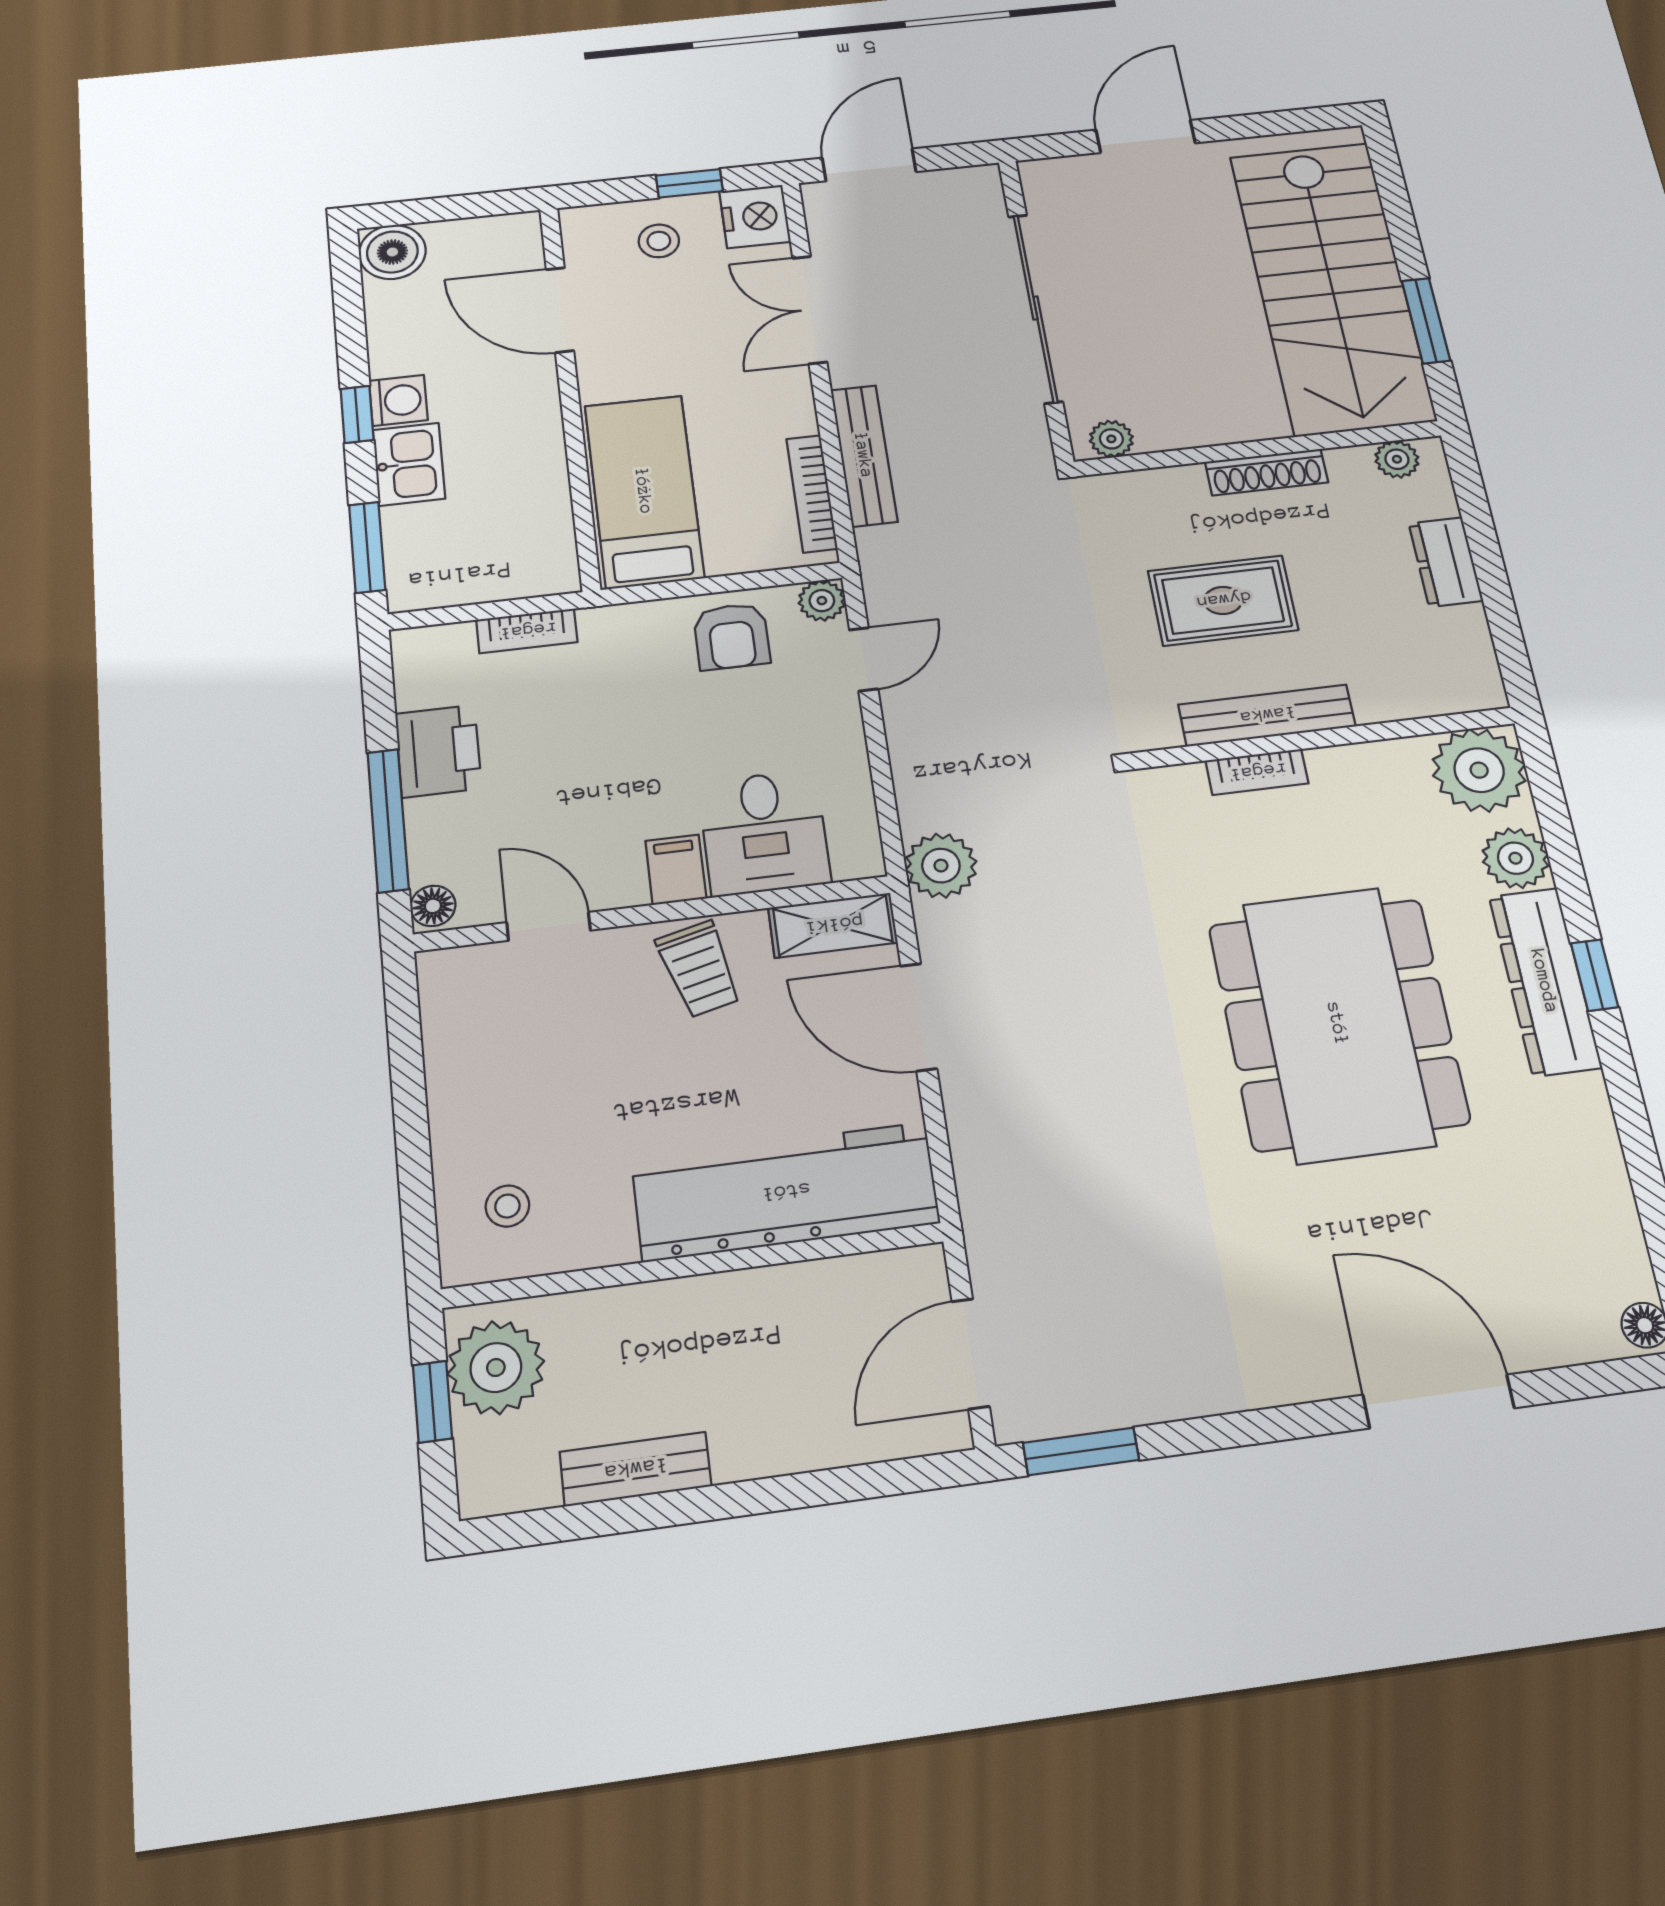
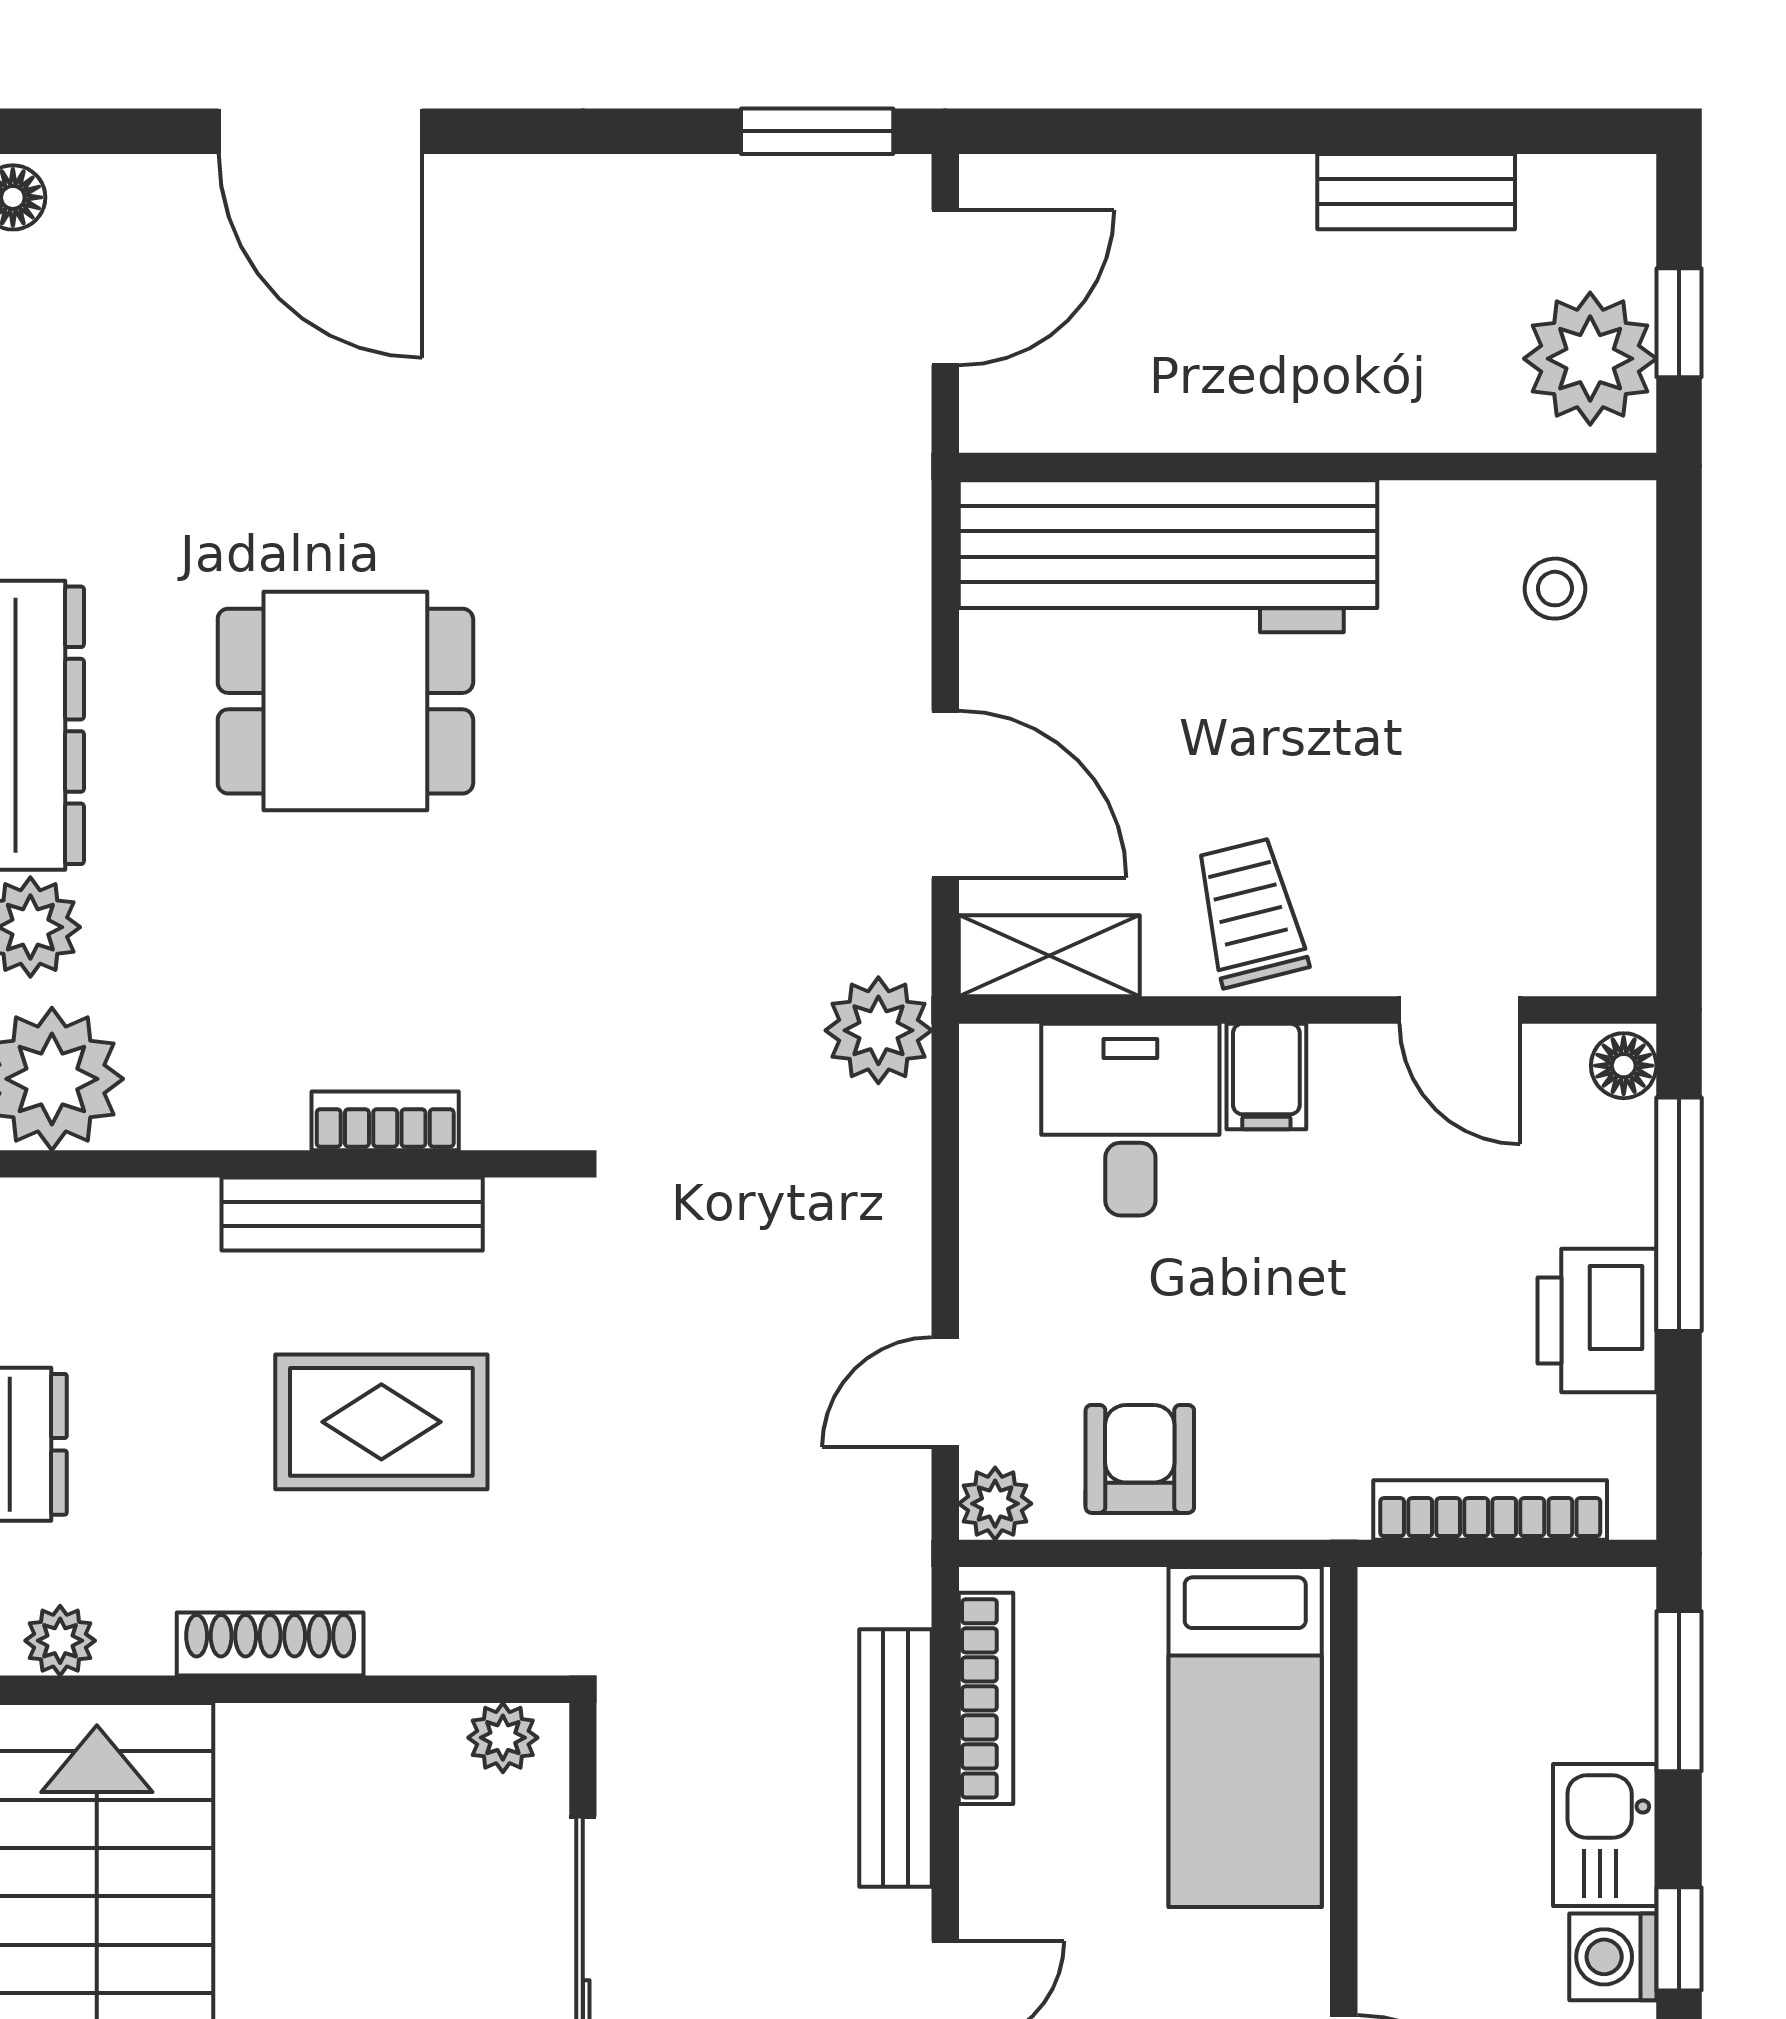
bookcase: (527, 631) -> (1490, 1510), width x1.56
dining table: (1338, 1024) -> (345, 701), width x0.53, depth x0.80

